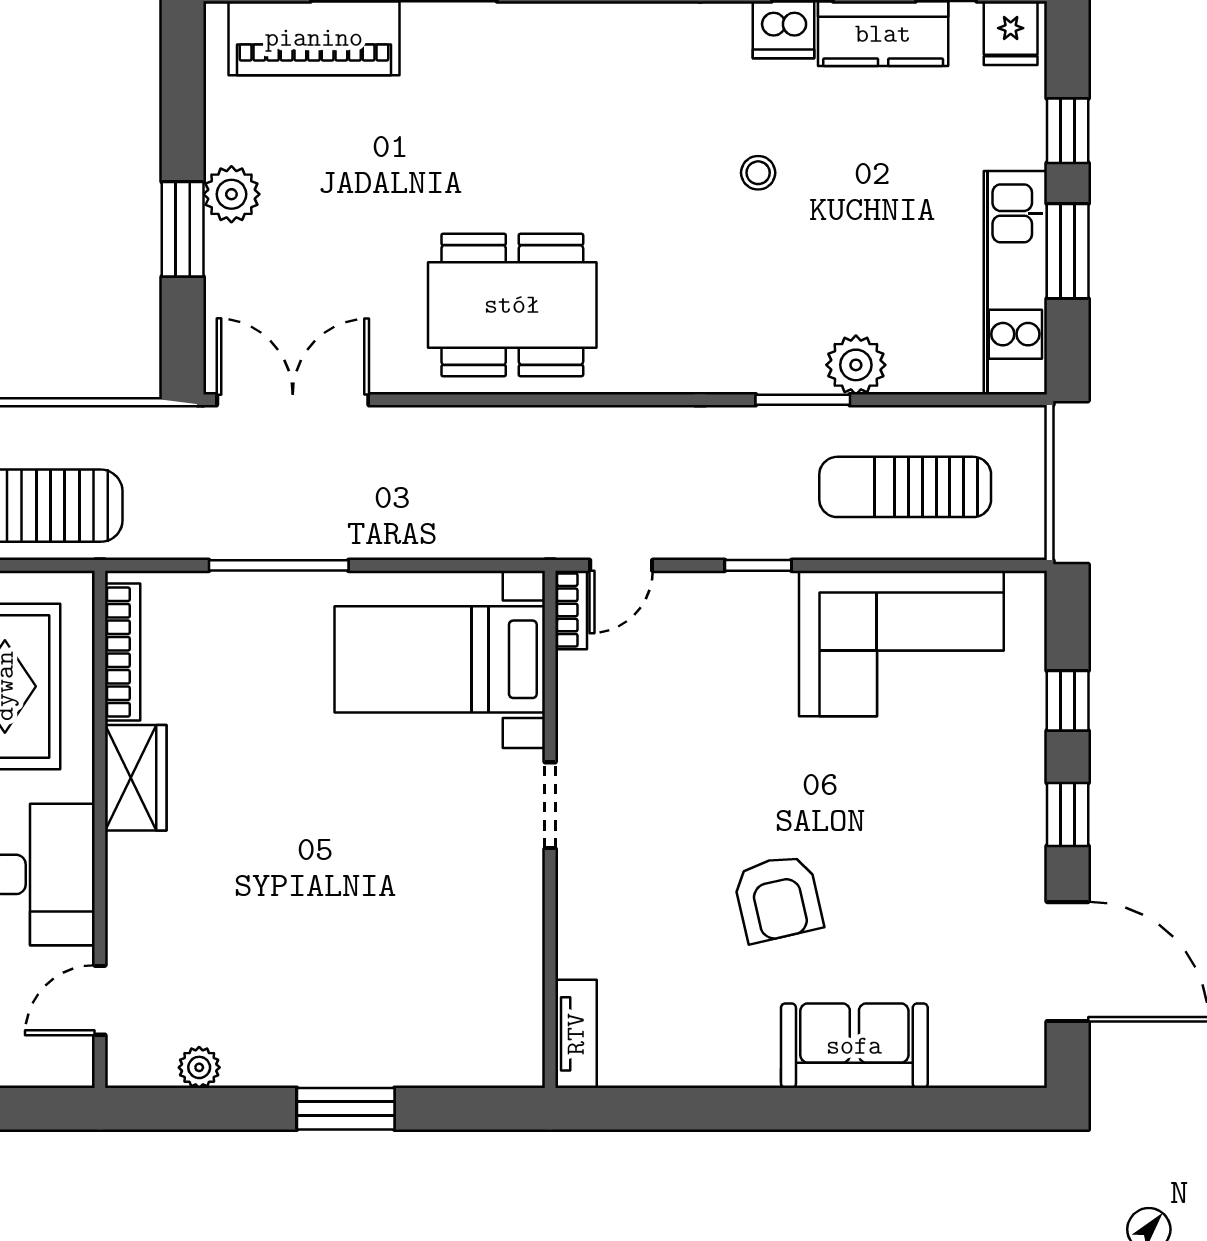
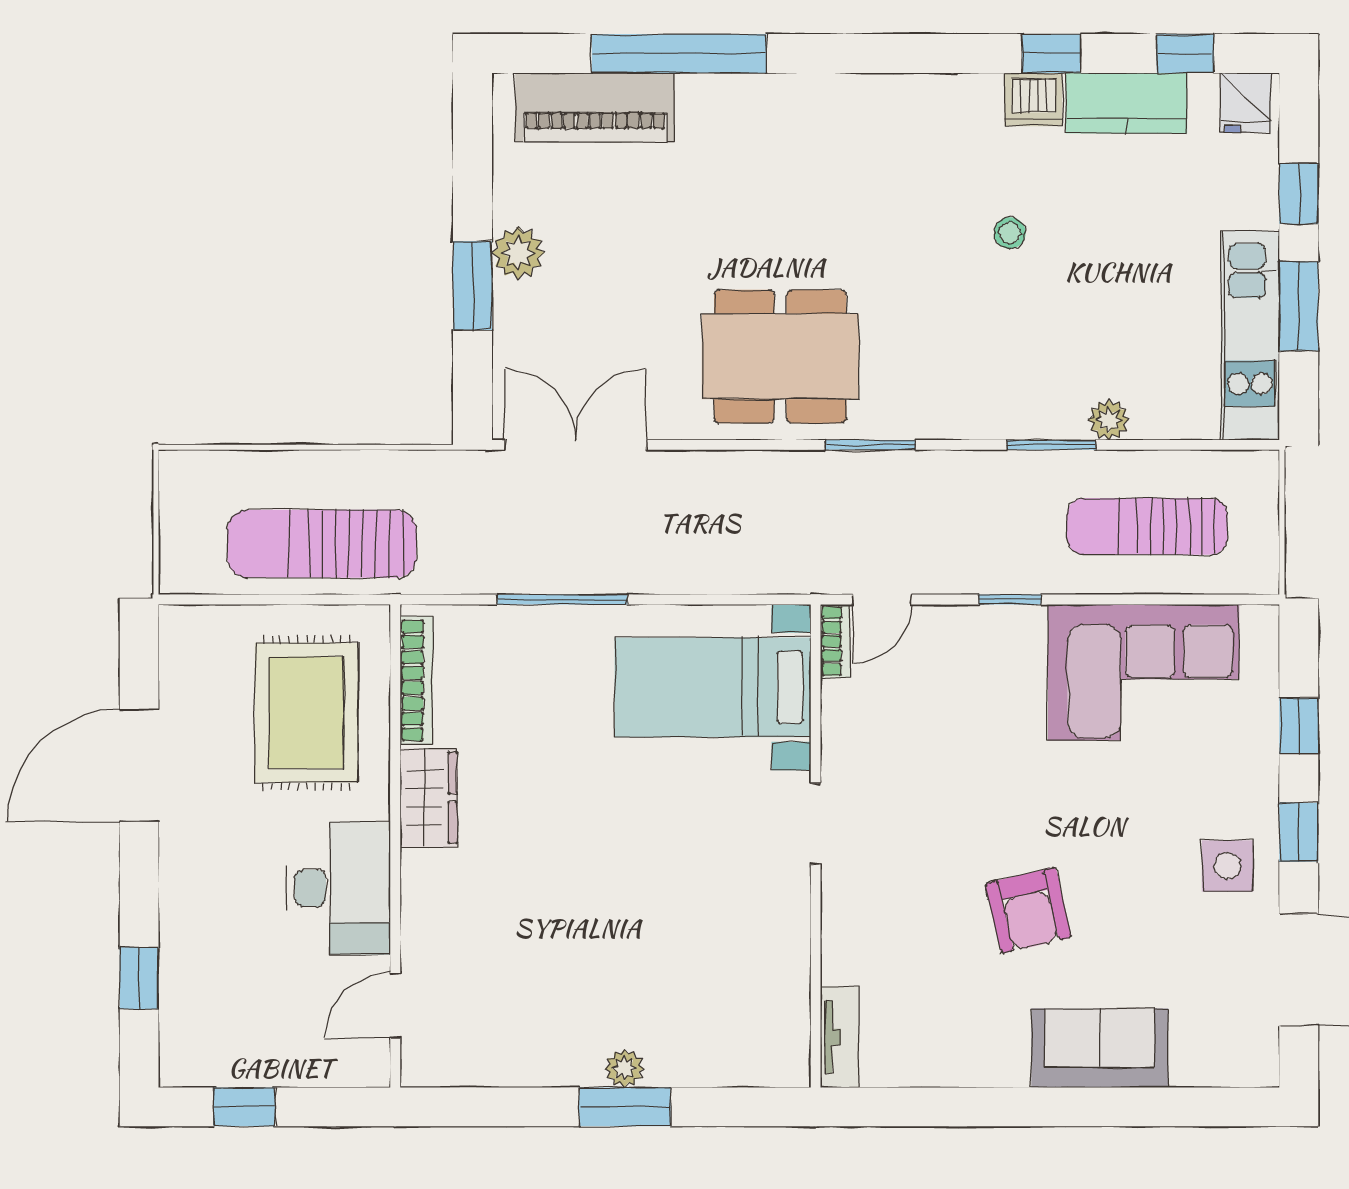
plant: (856, 365) -> (1109, 420), width x0.73, depth x0.73
window: (609, 400) -> (870, 445), added
side table: (991, 851) -> (1228, 866), added
plant: (199, 1067) -> (624, 1068), moved

